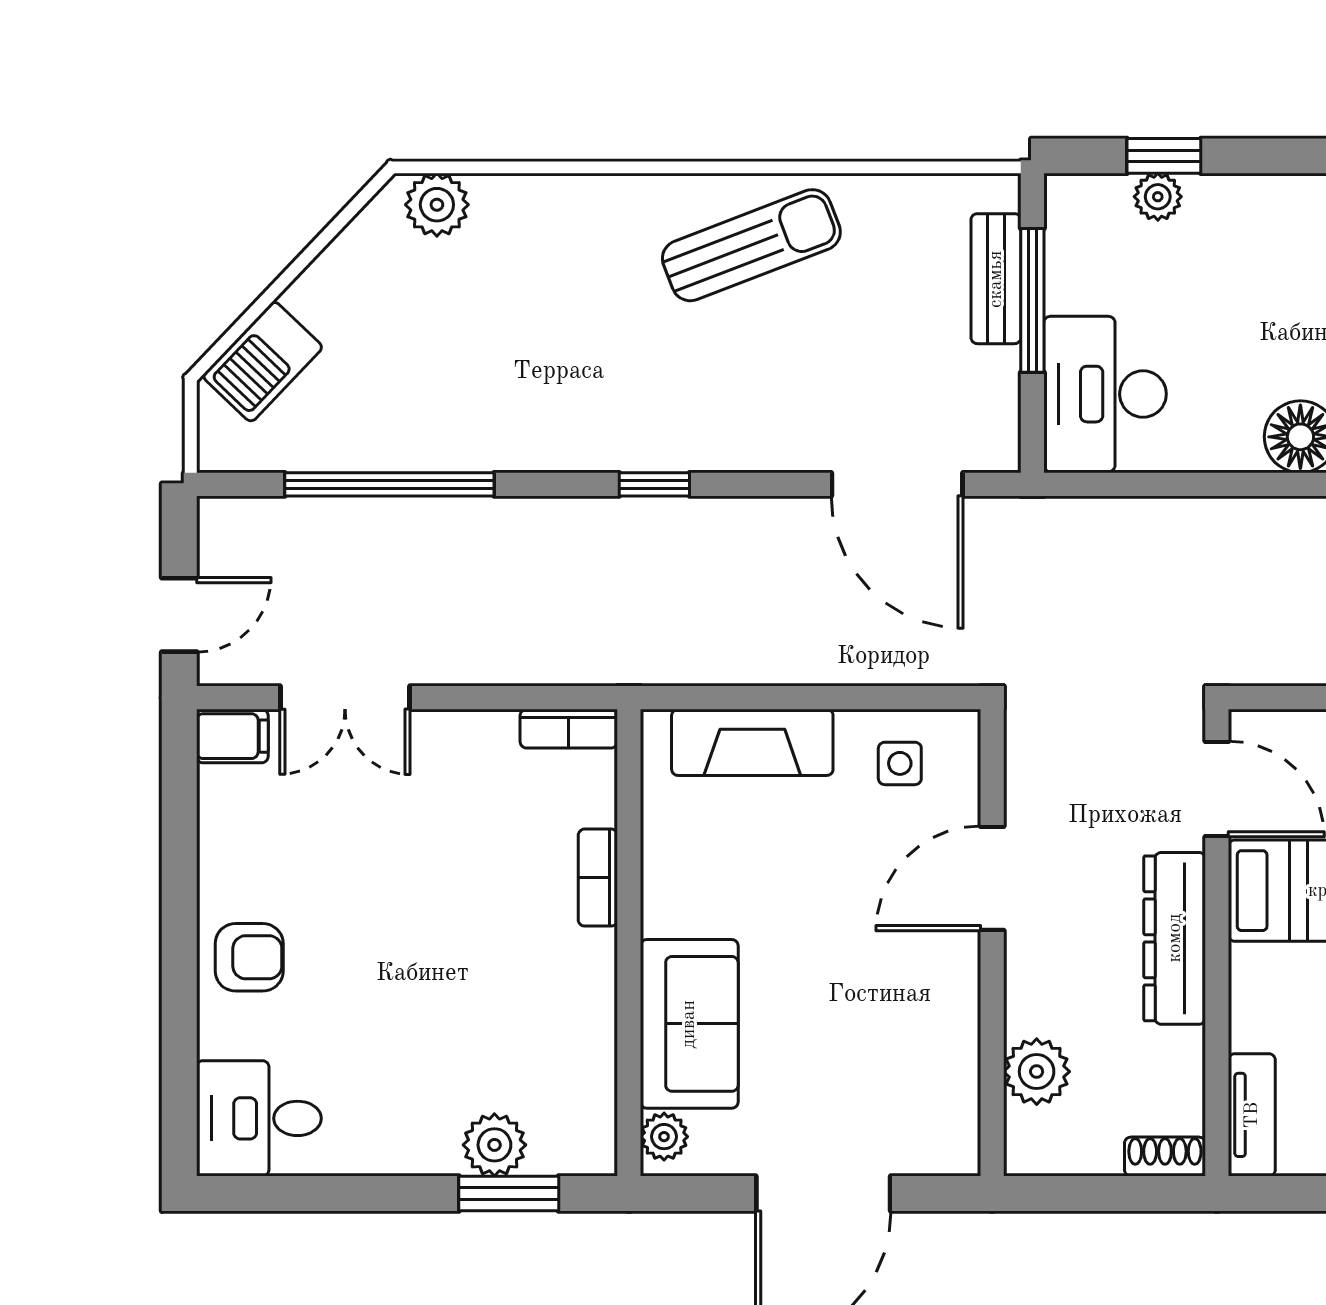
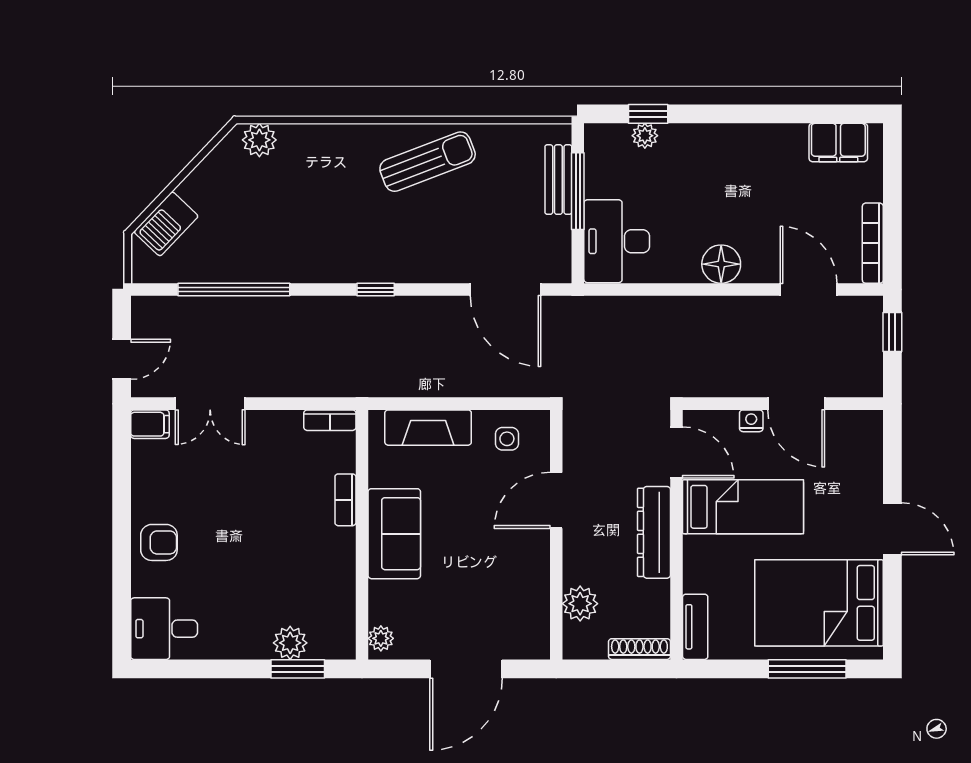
sofa: (689, 1024) -> (394, 534), moved
shoe rack: (1165, 1157) -> (639, 649), width x1.43

